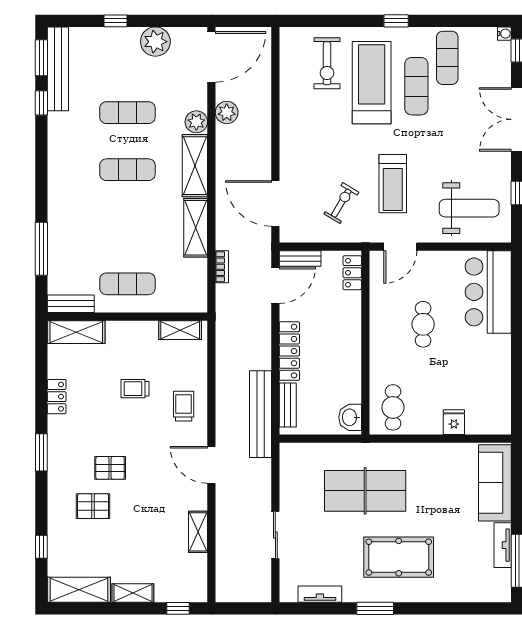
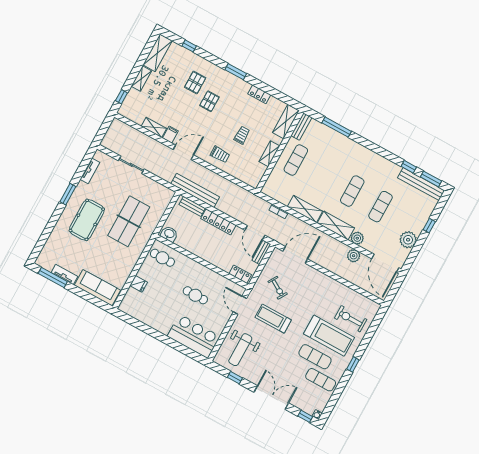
shelving: (180, 330) -> (269, 154), moved
filing cabinet: (195, 500) -> (170, 135), added

